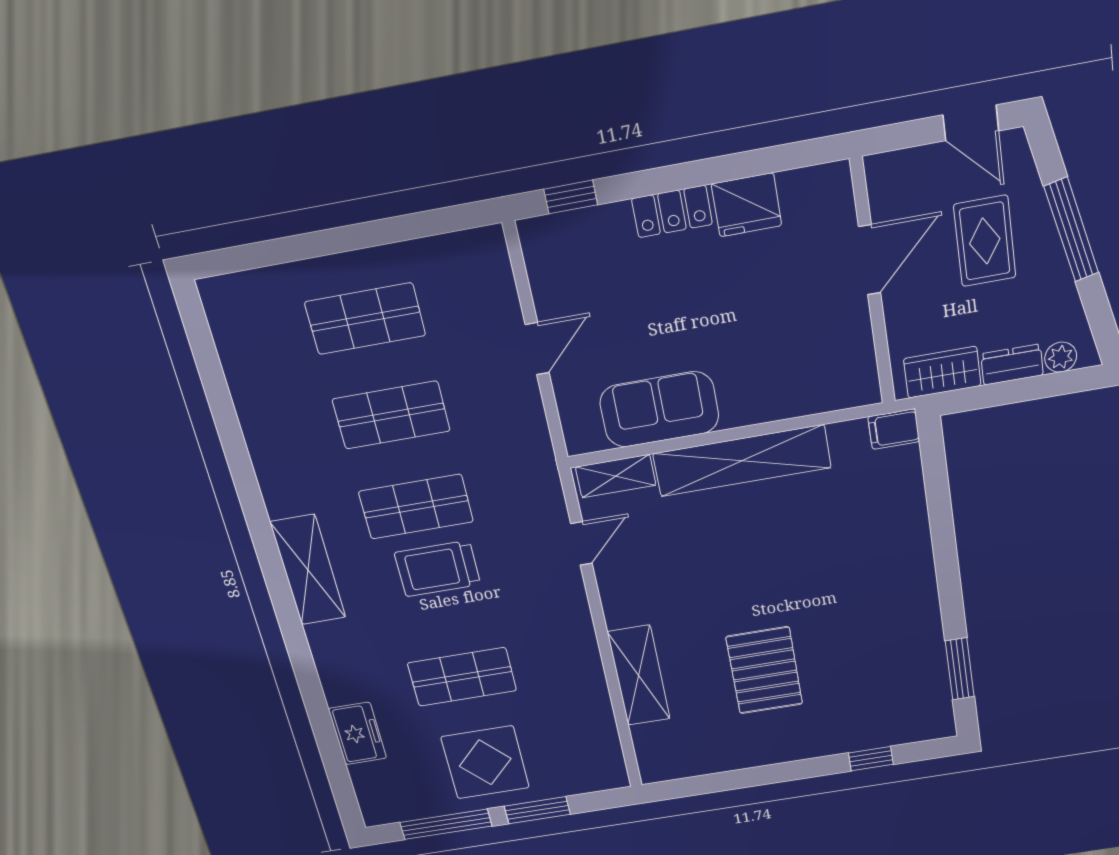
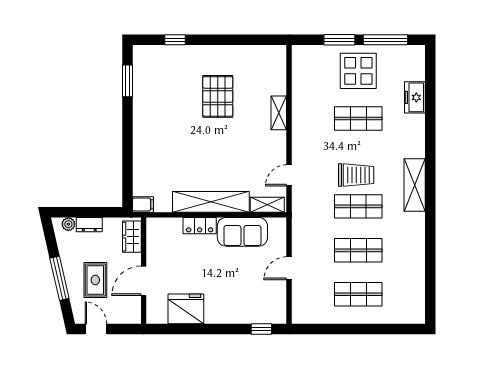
fridge: (747, 205) -> (186, 309), width x1.36, depth x1.34
locker: (672, 211) -> (200, 226), moved, turned 180
wardrobe: (942, 372) -> (132, 237), moved, turned 90
shelving: (639, 675) -> (279, 113), width x0.67, depth x0.75

